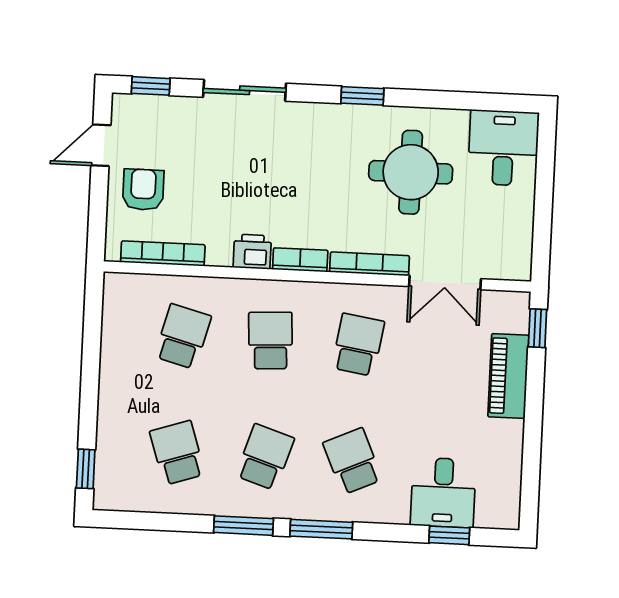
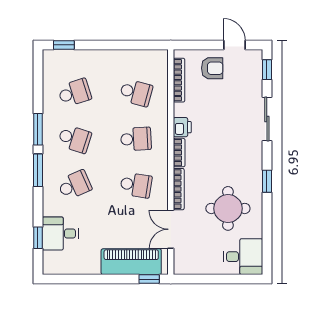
piano: (508, 376) -> (131, 262), width x1.37, depth x1.33

